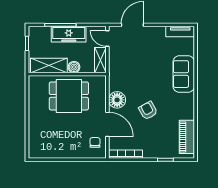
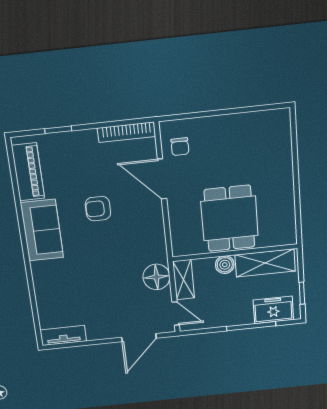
freezer: (69, 34) -> (273, 310), moved, width x0.71
sofa: (184, 74) -> (42, 230), moved
dining table: (69, 96) -> (229, 218), turned 90
floor lamp: (117, 100) -> (156, 277), moved
armchair: (148, 111) -> (98, 209), turned 119

